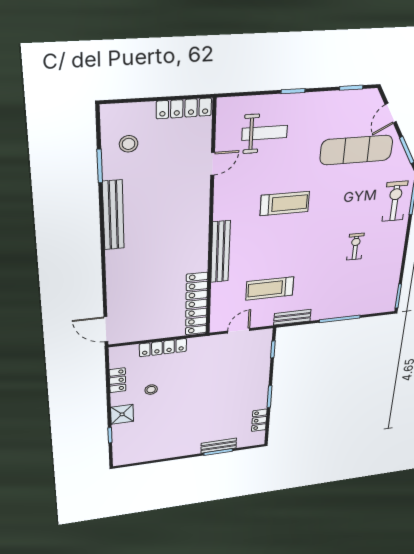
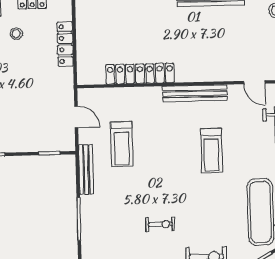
bench: (220, 252) -> (195, 93), moved
treadmill: (270, 288) -> (122, 144), turned 180
locker: (196, 304) -> (140, 74), moved
bench: (292, 317) -> (86, 170), width x1.36

